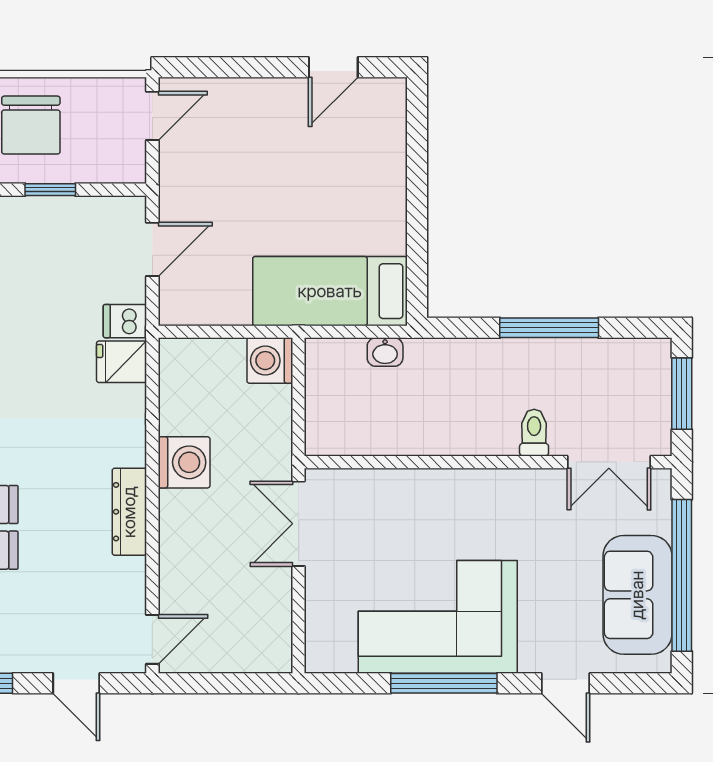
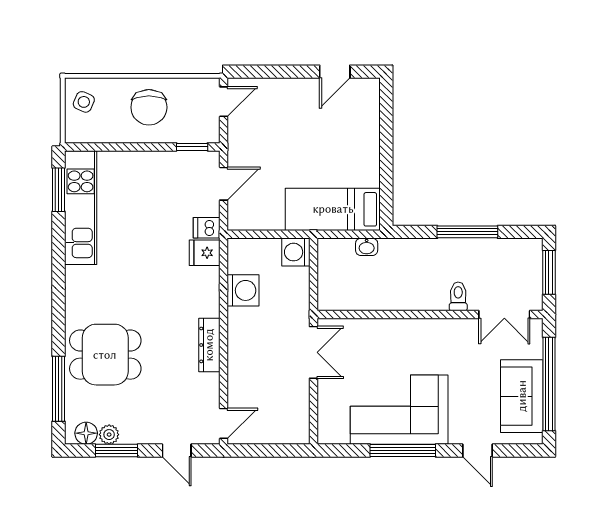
window: (50, 190) -> (192, 147), moved
washing machine: (184, 462) -> (243, 290), moved
double door: (299, 524) -> (313, 352), swing flipped

